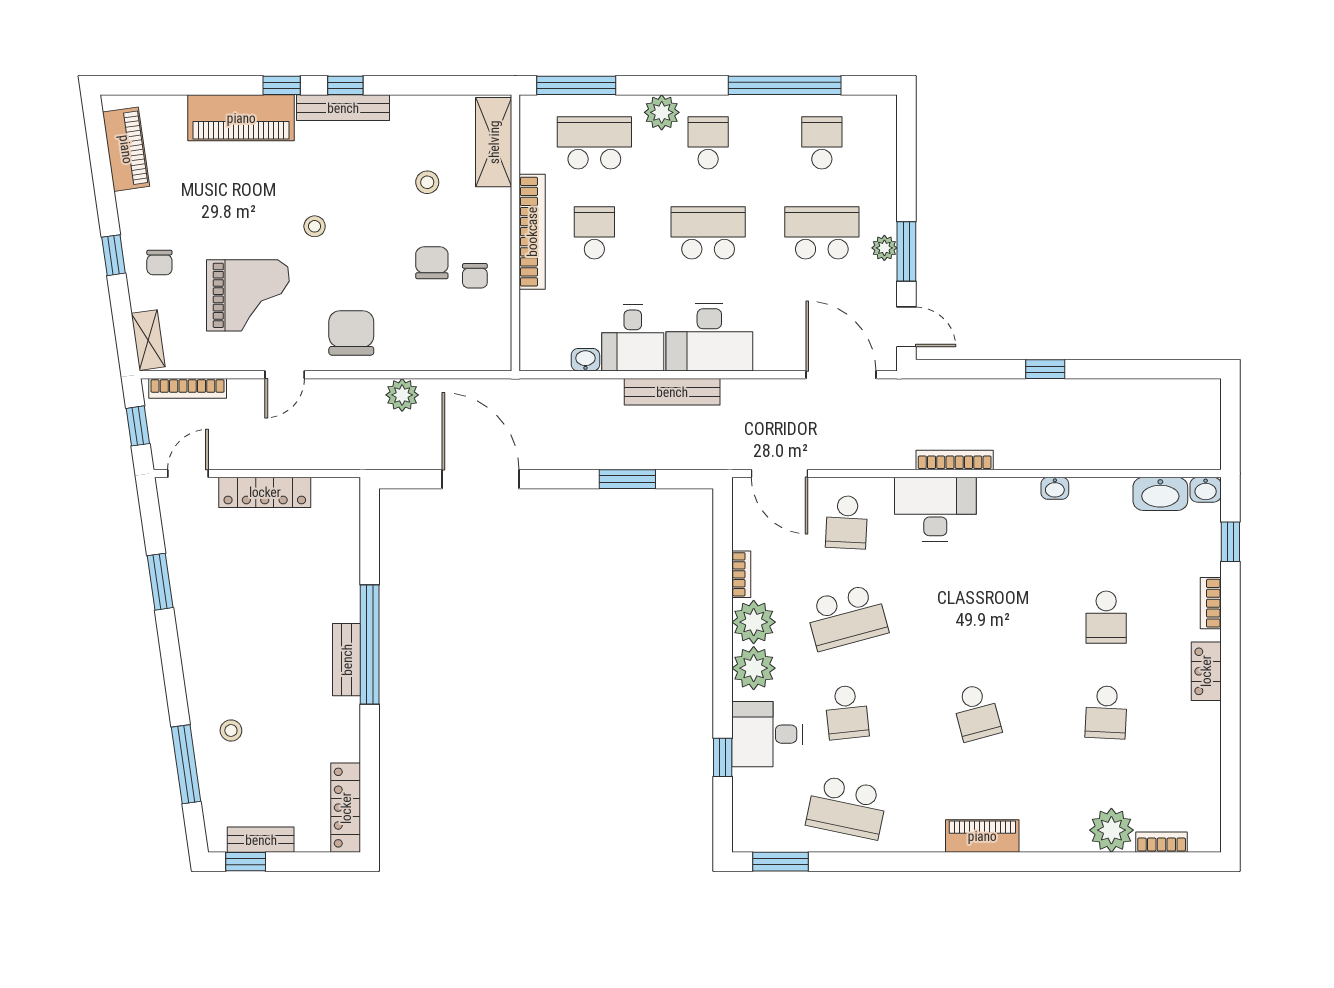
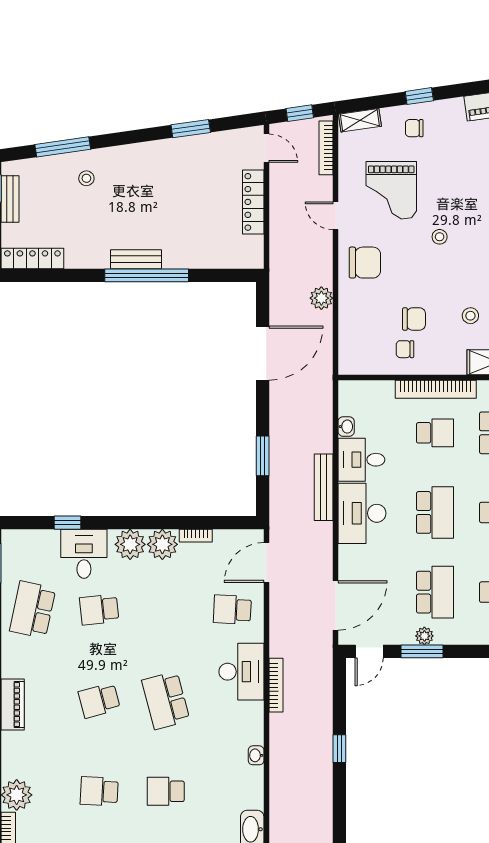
school desk: (847, 617) -> (166, 700), moved

